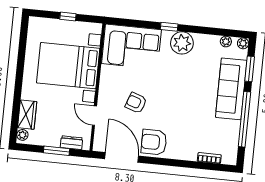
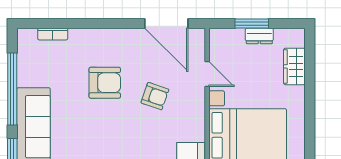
plant: (22, 135) -> (298, 39), removed
armchair: (154, 142) -> (105, 83), moved
dresser: (72, 143) -> (259, 36), moved

